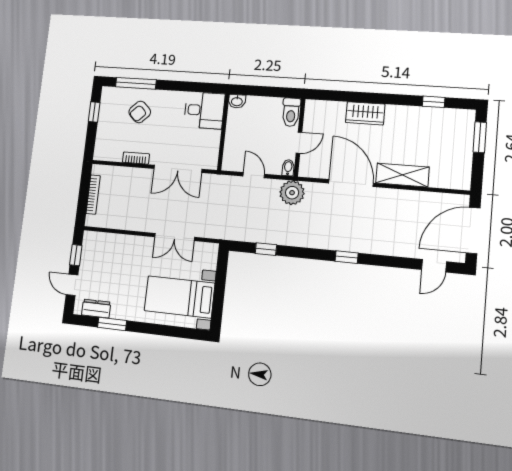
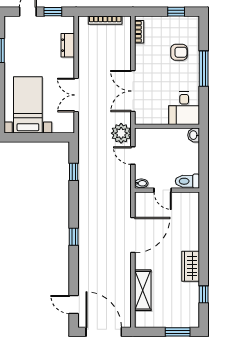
window: (136, 83) -> (204, 69), moved
armchair: (140, 112) -> (179, 52), turned 135
wardrobe: (365, 113) -> (191, 266), moved
bookcase: (136, 158) -> (139, 32), moved
door: (254, 175) -> (133, 156), swing flipped
shelving: (402, 175) -> (143, 290), moved
plant: (292, 193) -> (121, 133), moved
dresser: (96, 309) -> (68, 45), moved, turned 180

